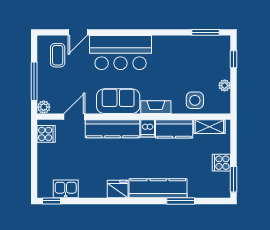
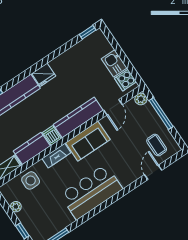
bar counter: (121, 53) -> (91, 192), moved
kitchen sink: (66, 189) -> (114, 63), moved, turned 90

